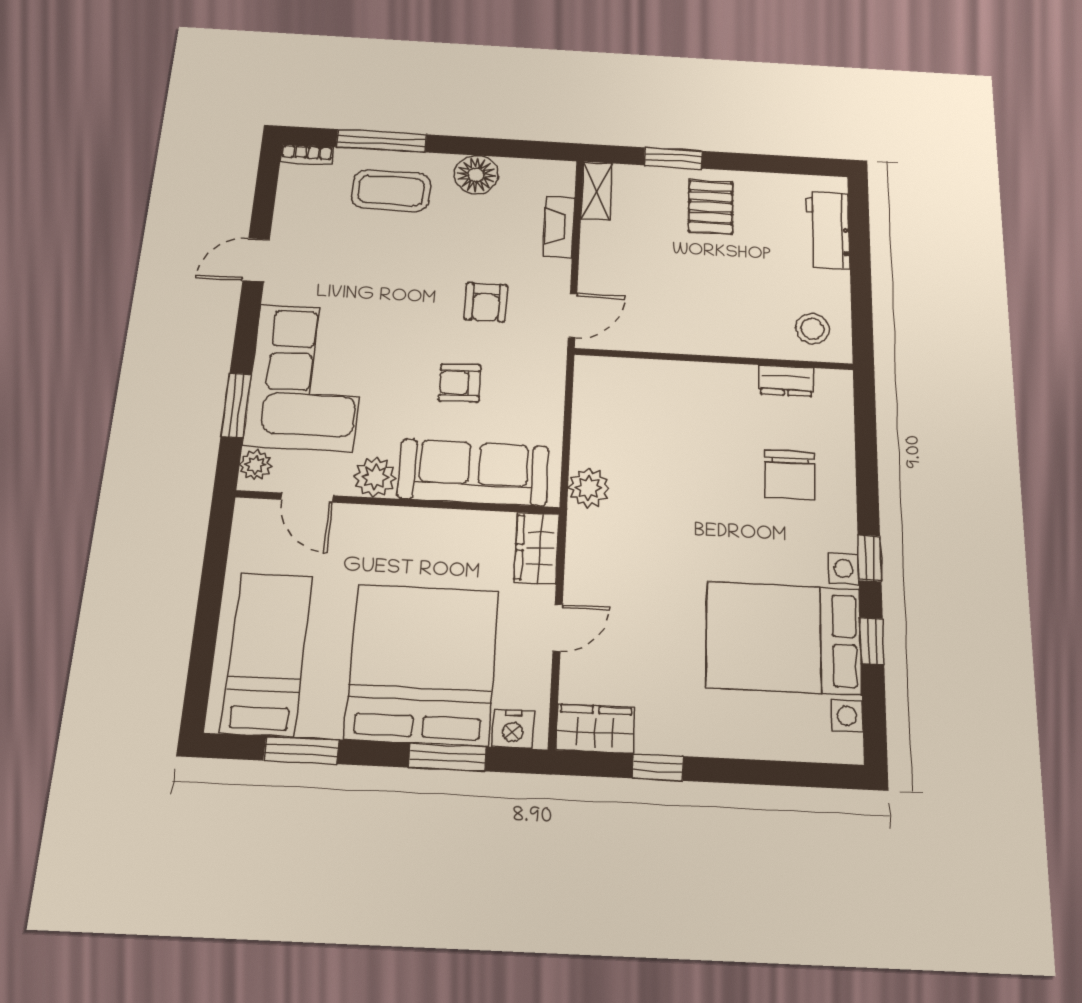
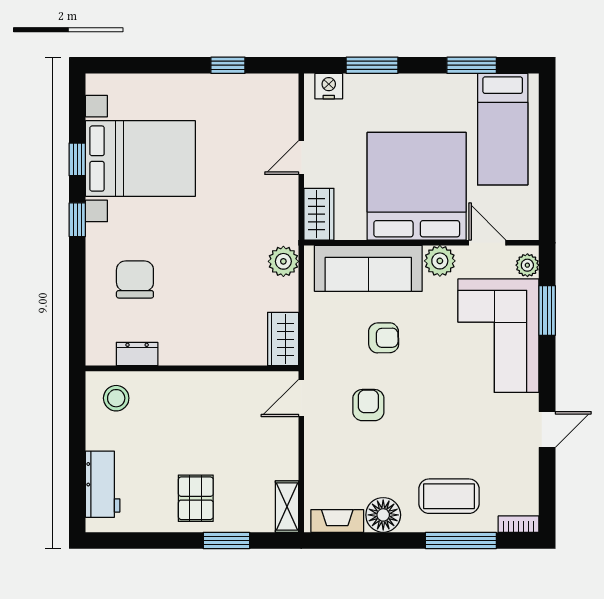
fireplace: (559, 227) -> (337, 521), moved, turned -90
bed: (422, 664) -> (417, 186), moved, turned 180
wardrobe: (595, 729) -> (283, 339), moved, turned 90

